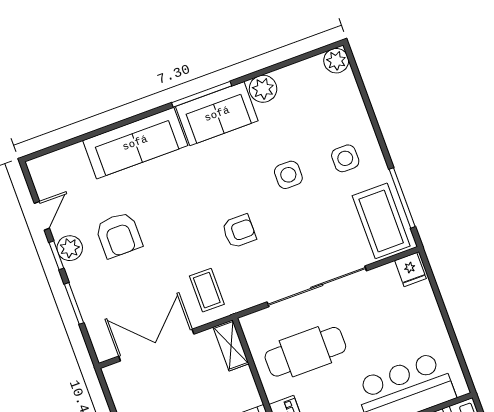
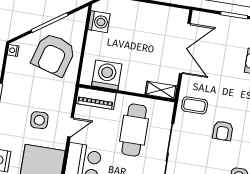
coffee table: (207, 290) -> (195, 105), moved

